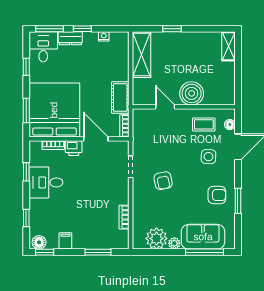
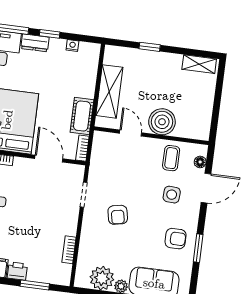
shelving: (228, 46) -> (199, 64), moved, turned 90
shelving: (142, 55) -> (109, 91), moved
coffee table: (204, 124) -> (171, 158), turned 90
printer: (74, 148) -> (17, 271), moved, turned 180

